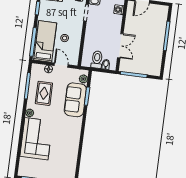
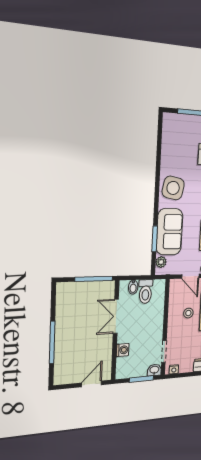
washing machine: (119, 10) -> (123, 350), moved
side table: (70, 130) -> (173, 188), added

